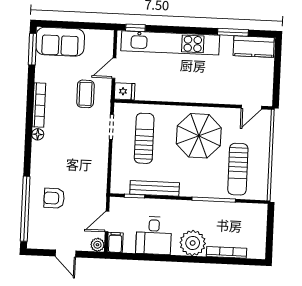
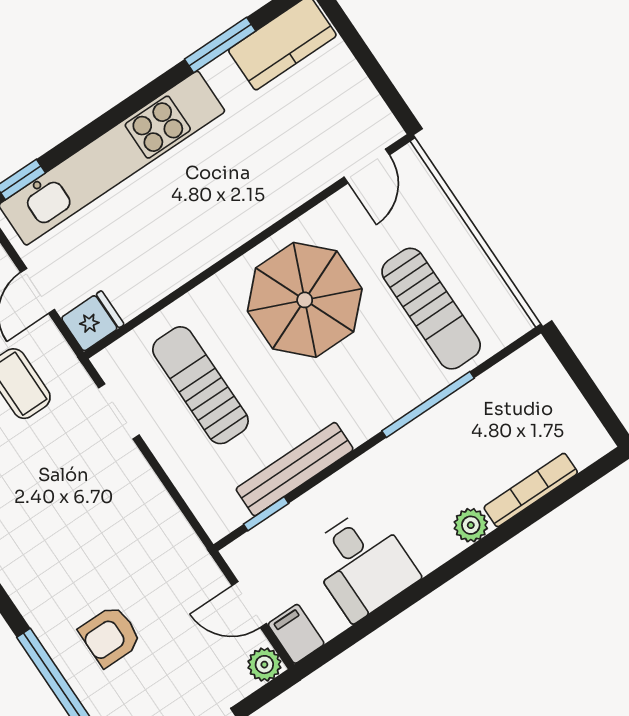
door: (107, 222) -> (249, 605), hinge flipped
plant: (193, 243) -> (471, 525), width x0.53, depth x0.53

